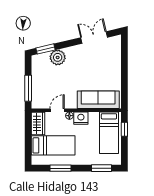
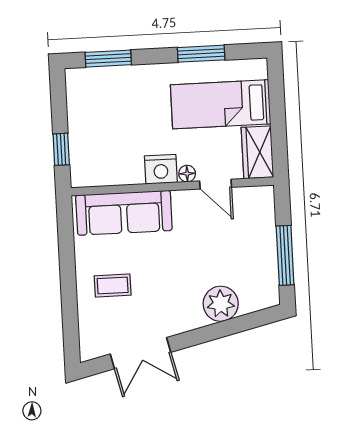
window: (46, 49) -> (249, 321), removed
coffee table: (105, 68) -> (113, 286), added
window: (28, 88) -> (285, 255), moved
door: (57, 110) -> (216, 184), hinge flipped
bed: (109, 133) -> (96, 139), removed

